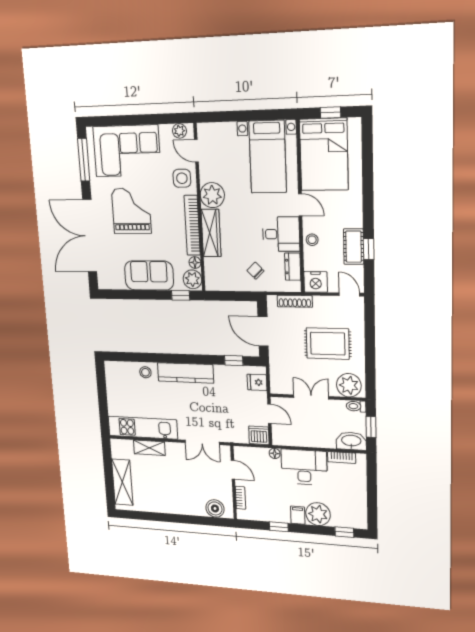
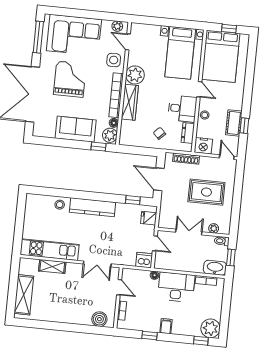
plant: (349, 385) -> (214, 228), width x0.53, depth x0.53
plant: (318, 514) -> (210, 328), moved

